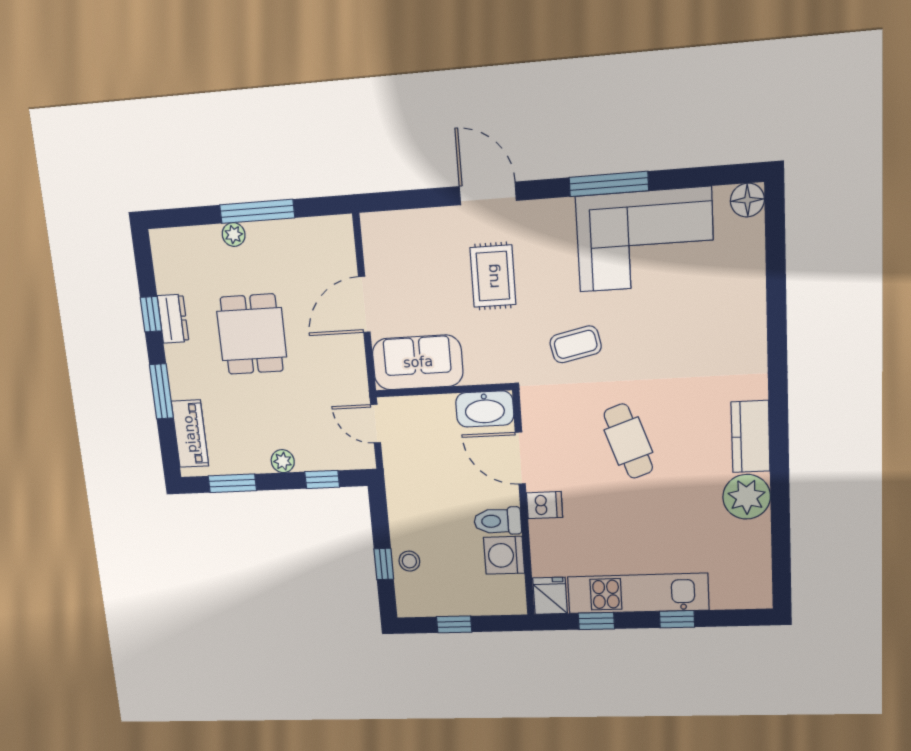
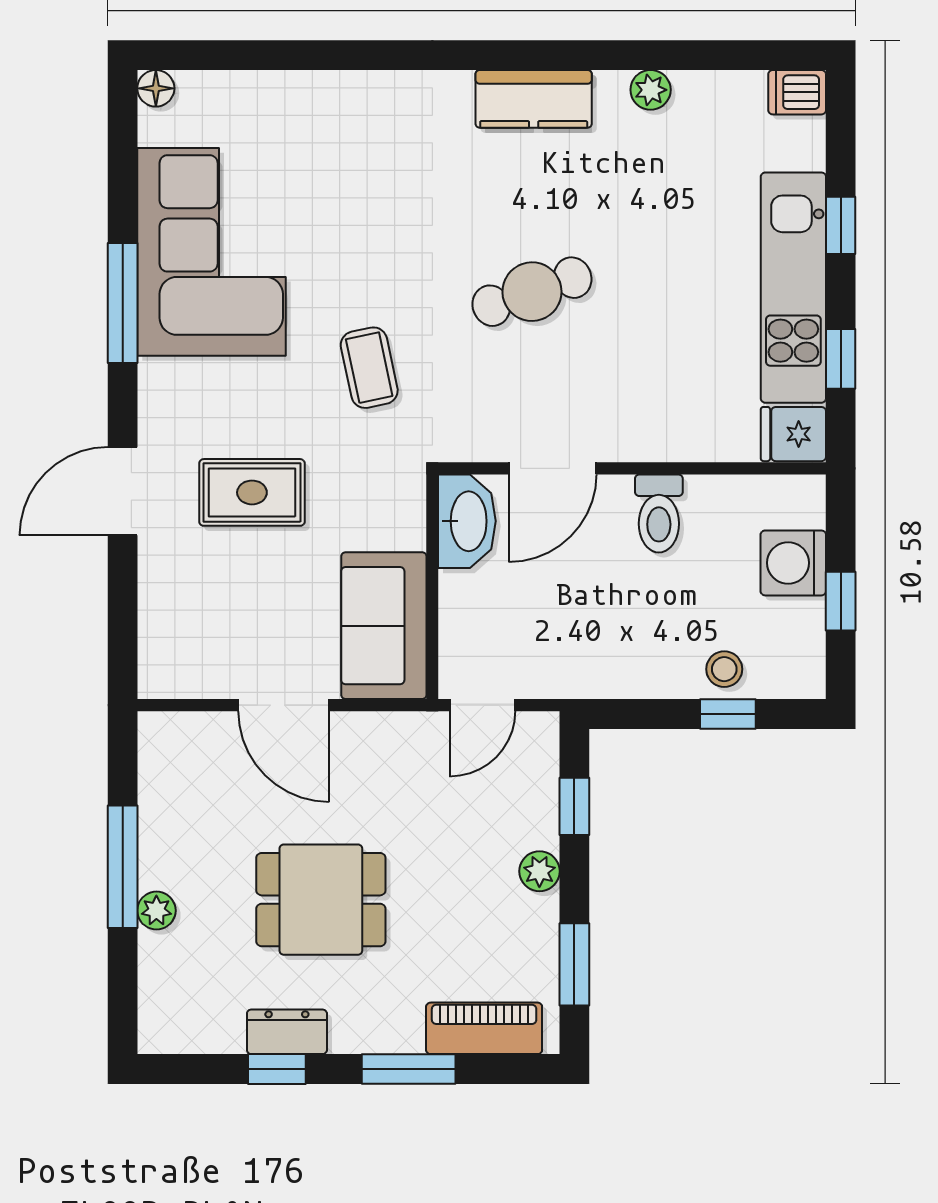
floor lamp: (747, 200) -> (156, 88), width x0.73, depth x0.73
plant: (747, 497) -> (651, 90), width x0.53, depth x0.53
dishwasher: (544, 505) -> (797, 92), moved, turned -90
washing machine: (504, 555) -> (793, 563), moved, turned 90

